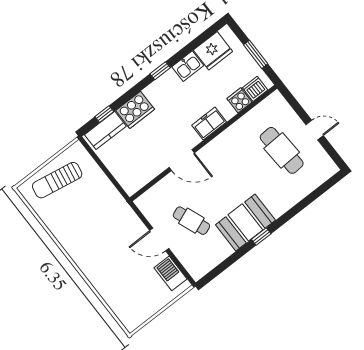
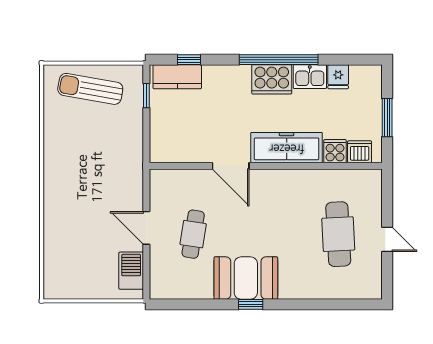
fridge: (213, 51) -> (338, 77), width x0.53, depth x0.75
window: (160, 71) -> (279, 60), width x3.17
cooker: (135, 110) -> (272, 79), moved
freezer: (209, 124) -> (287, 148), width x1.91, depth x1.26
window: (95, 157) -> (146, 96), added
cafe table: (191, 221) -> (193, 234), turned 30

